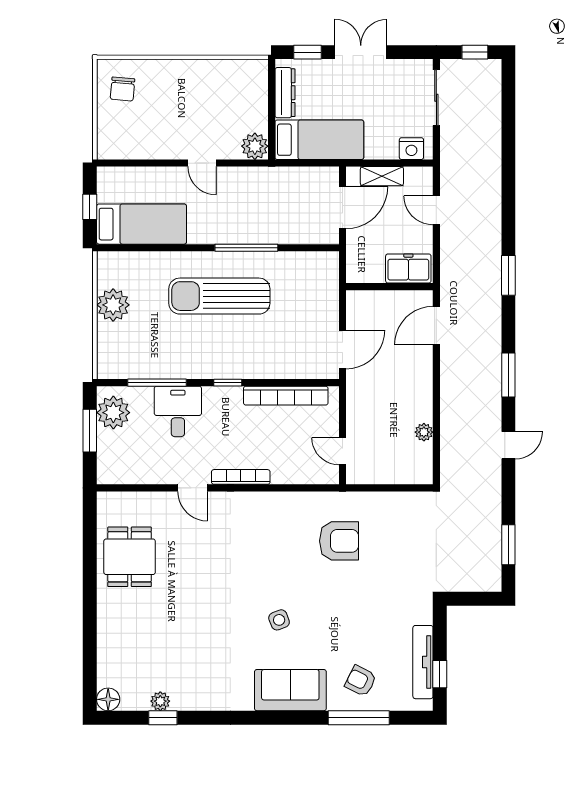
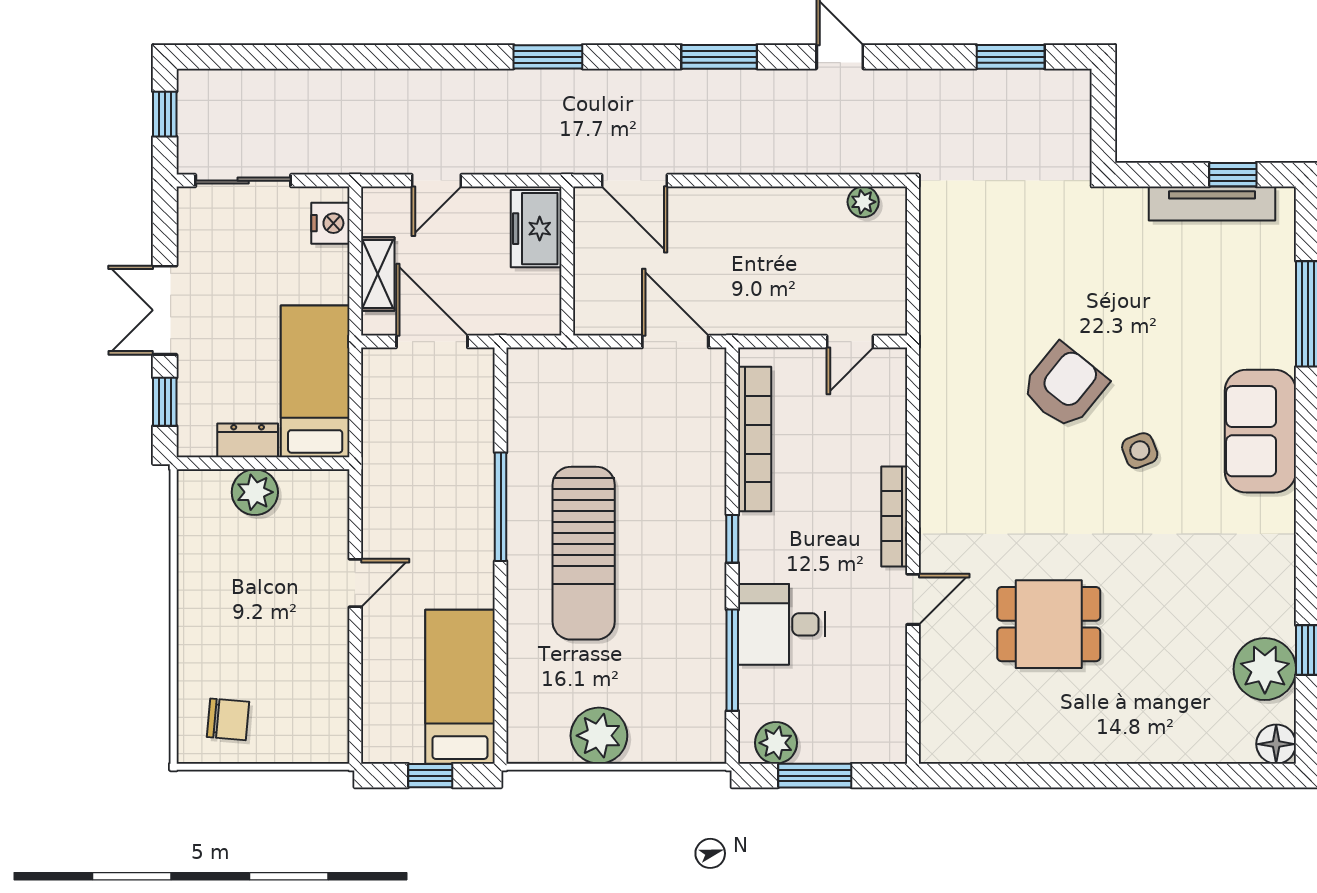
dresser: (285, 93) -> (248, 440), width x0.70
plant: (255, 146) -> (255, 492), moved
plant: (113, 413) -> (776, 743), width x0.73, depth x0.73
plant: (424, 432) -> (863, 202), moved
armchair: (339, 541) -> (1064, 386), moved, turned 39
dining table: (130, 557) -> (1049, 624), moved
armchair: (361, 681) -> (1244, 310), removed
plant: (160, 701) -> (1265, 669), width x1.87, depth x1.87

